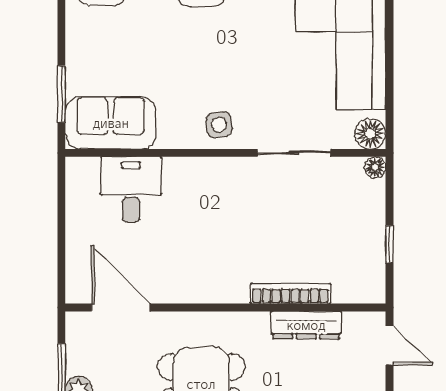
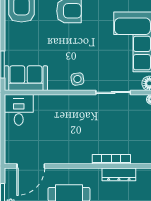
desk: (131, 189) -> (19, 110), moved
door: (121, 307) -> (31, 166), swing flipped

